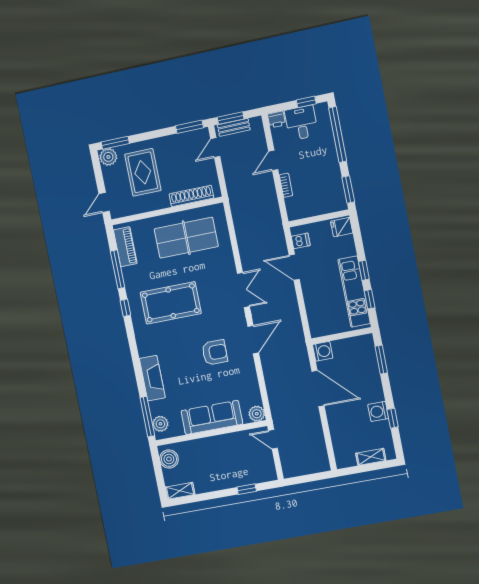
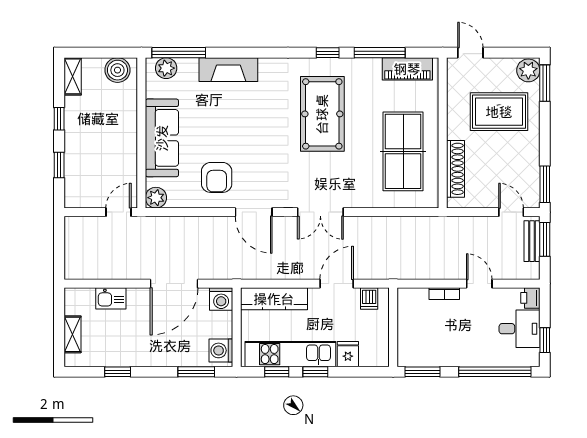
fridge: (342, 227) -> (348, 354), moved
kitchen counter: (315, 312) -> (274, 299), added
armchair: (215, 352) -> (217, 177), moved
washing machine: (378, 411) -> (221, 350), moved, turned -90
kitchen sink: (338, 433) -> (111, 298), added
window: (213, 495) -> (59, 119), added

